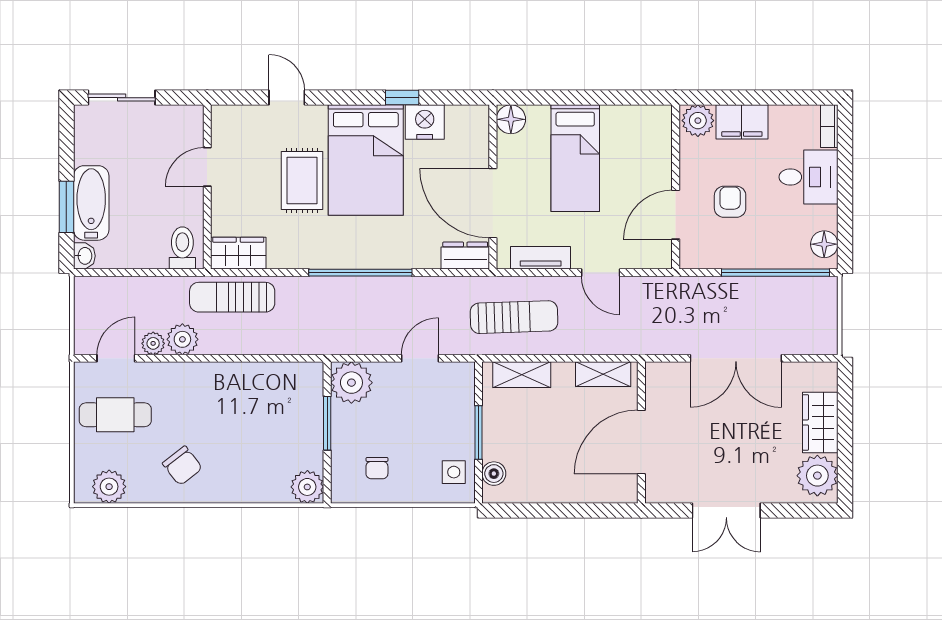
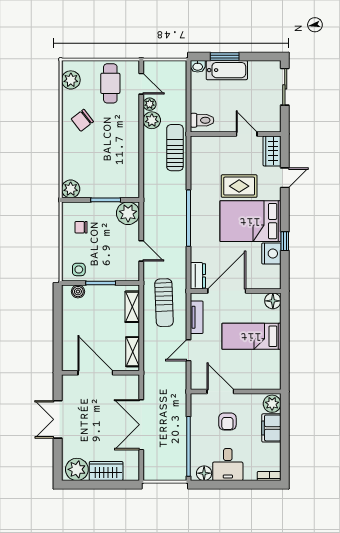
desk: (809, 177) -> (228, 465), moved
armchair: (730, 202) -> (227, 421), turned 90
wardrobe: (238, 253) -> (272, 151), moved, turned 180

